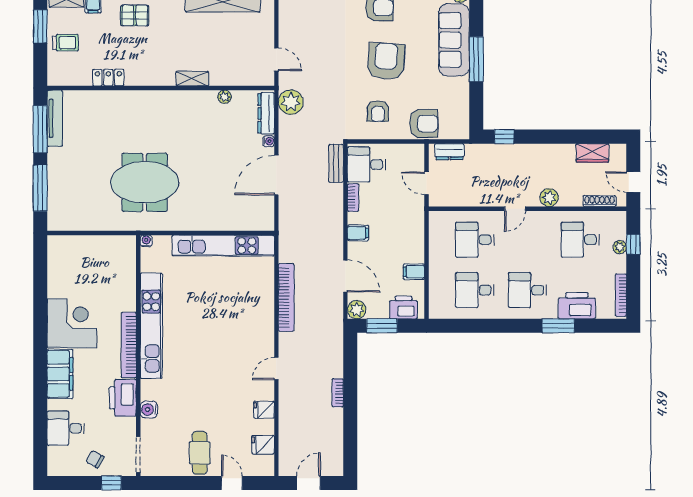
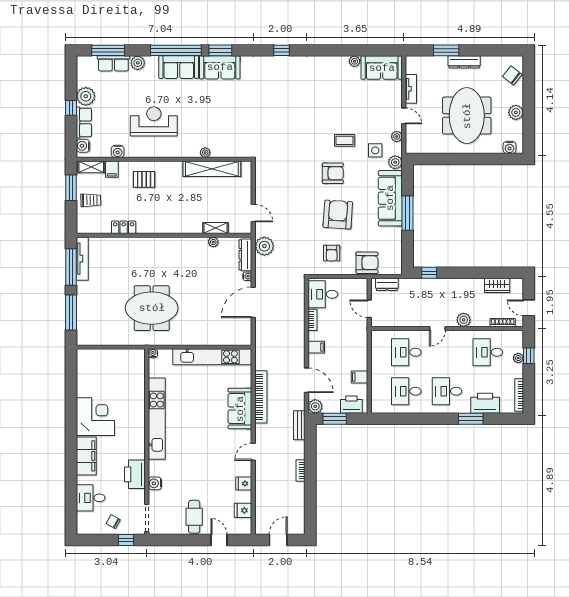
shelving: (192, 79) -> (215, 228), moved
bench: (336, 163) -> (299, 425), moved
sofa: (259, 313) -> (240, 409), added
bookcase: (129, 345) -> (139, 434), removed

